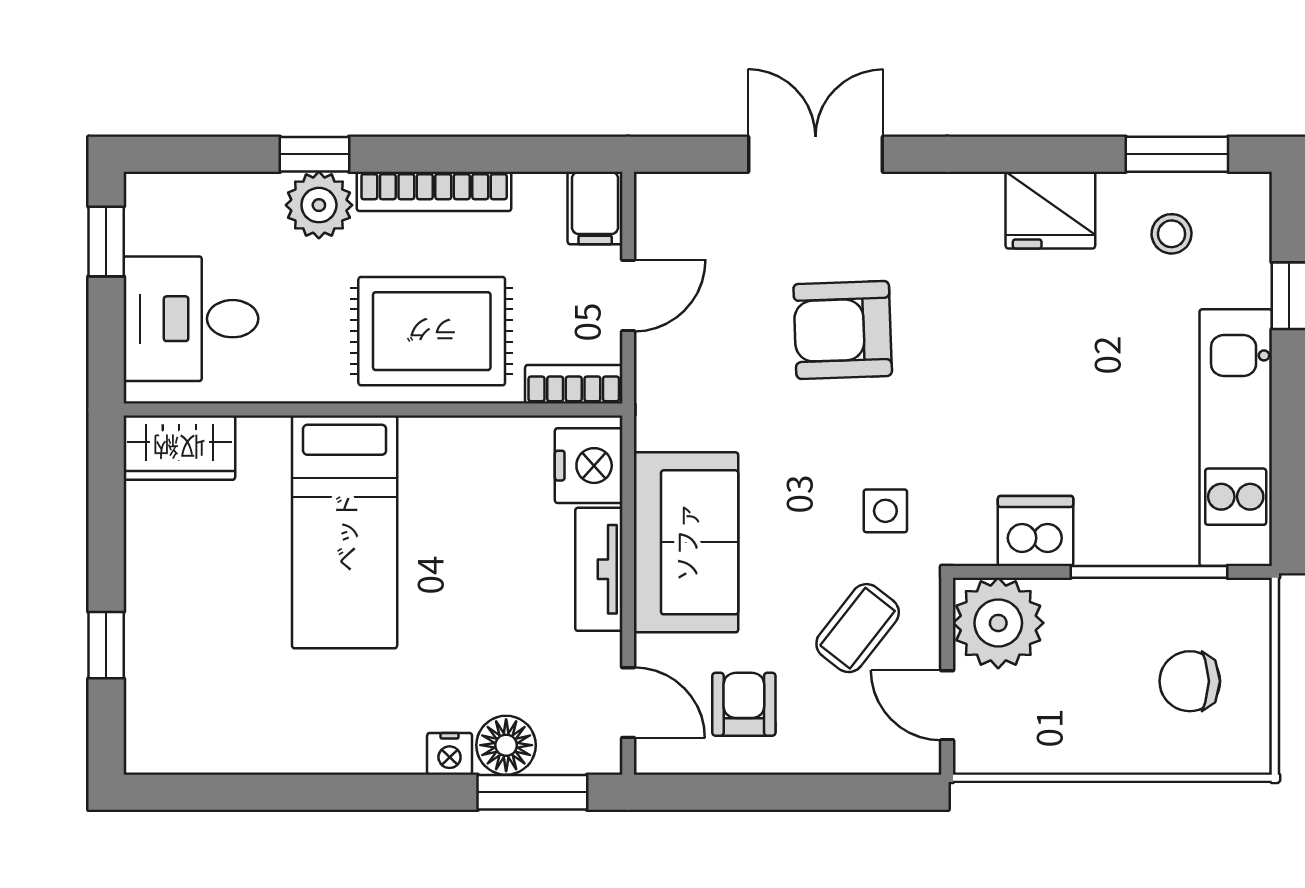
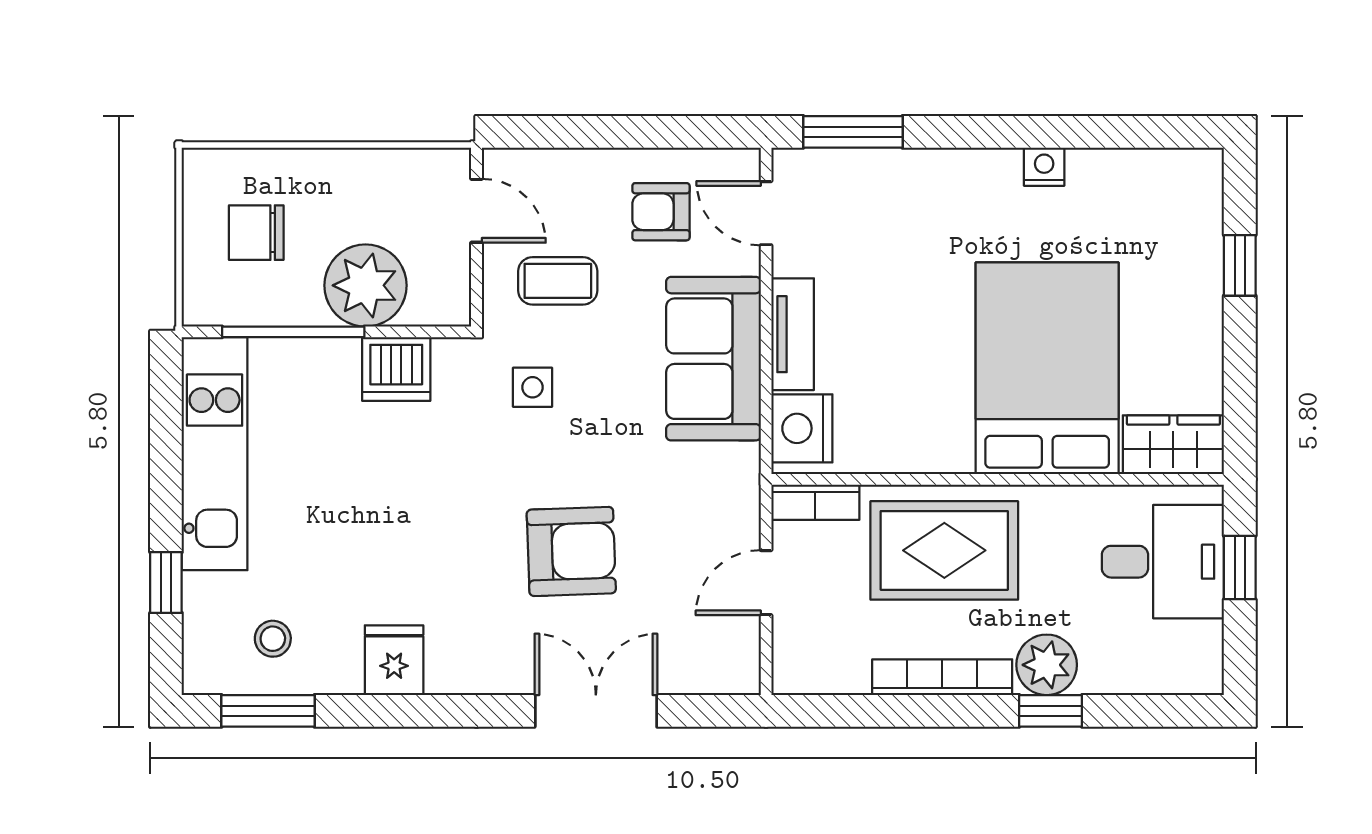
double door: (816, 154) -> (596, 711), swing flipped
filing cabinet: (595, 208) -> (796, 662), removed
fridge: (1050, 210) -> (394, 660), width x0.72
window: (106, 242) -> (1240, 568), moved
bed: (345, 532) -> (1047, 368), width x1.50
plant: (998, 623) -> (365, 285), moved
coffee table: (858, 628) -> (558, 281), turned 52
chair: (1190, 681) -> (256, 233), turned 180
armchair: (744, 704) -> (661, 212), turned 90
floor lamp: (506, 745) -> (877, 175), removed
nightstand: (450, 754) -> (1044, 167), moved

